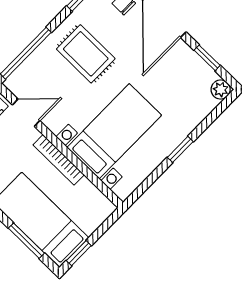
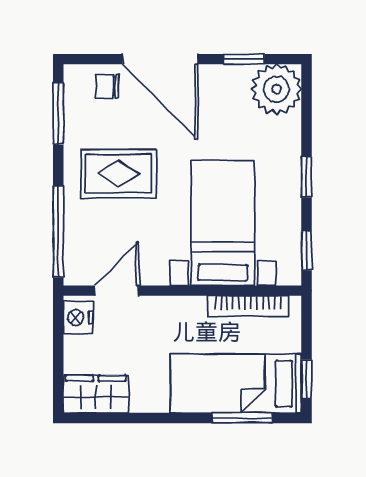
plant: (221, 89) -> (276, 89), width x1.88, depth x1.88
bookcase: (59, 160) -> (248, 306), moved
window: (143, 187) -> (306, 251), added

